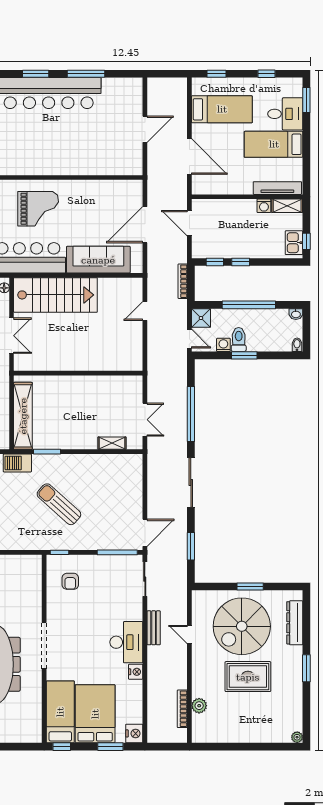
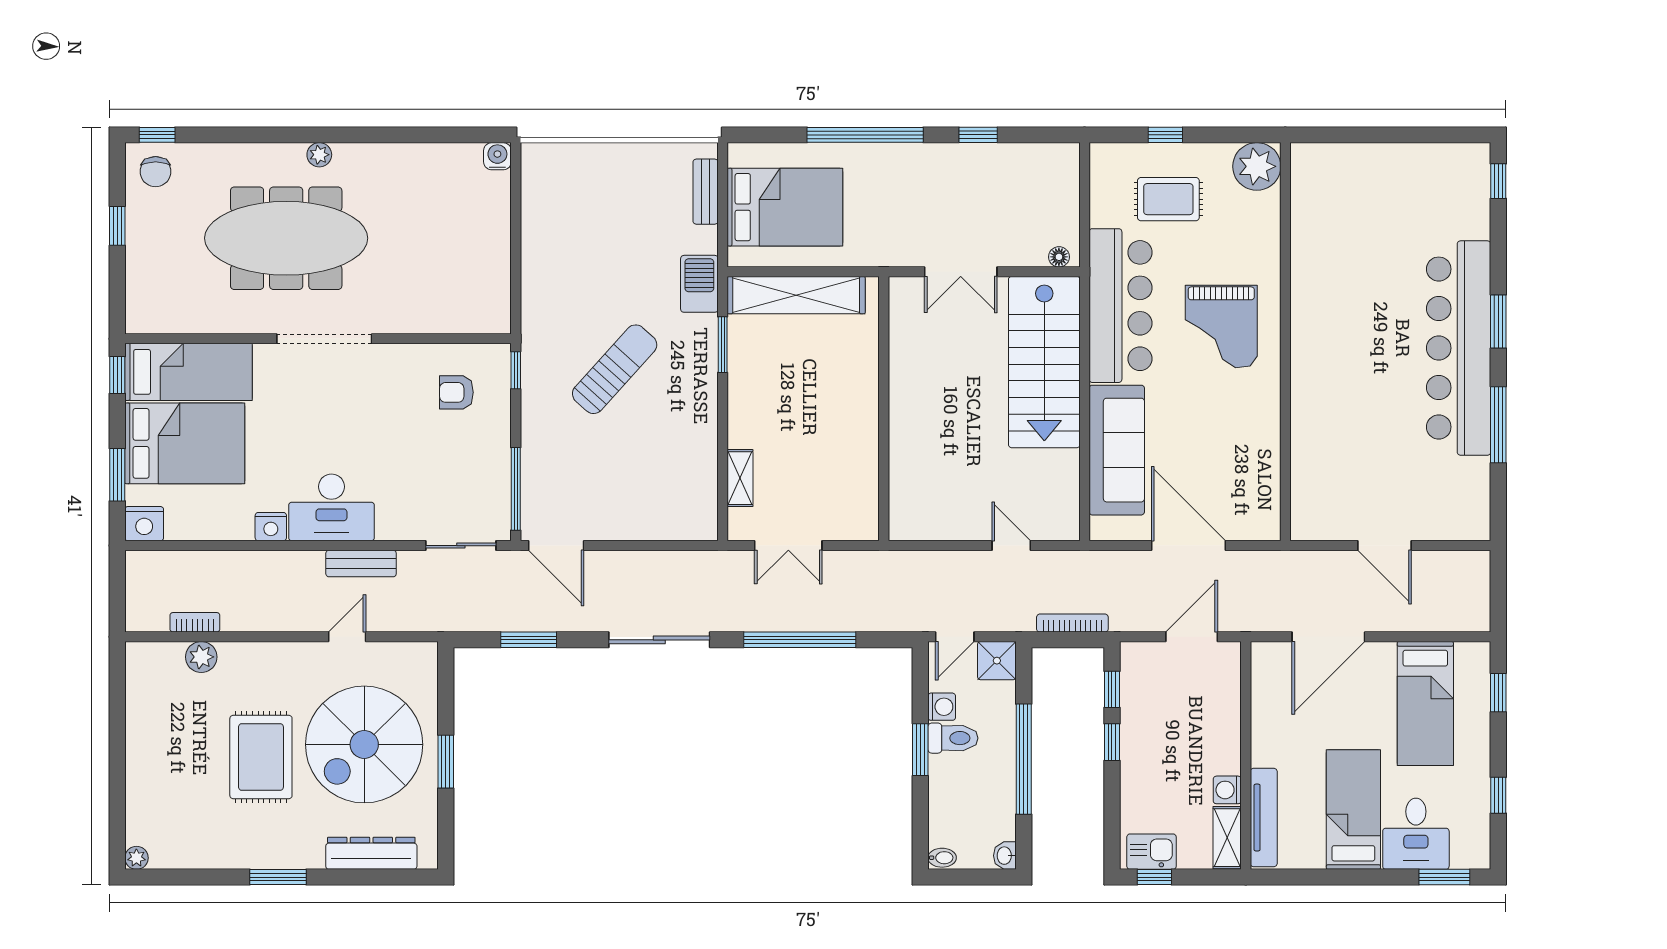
spiral stairs: (242, 626) -> (364, 744), turned -90
bookcase: (182, 709) -> (195, 622), width x0.64

